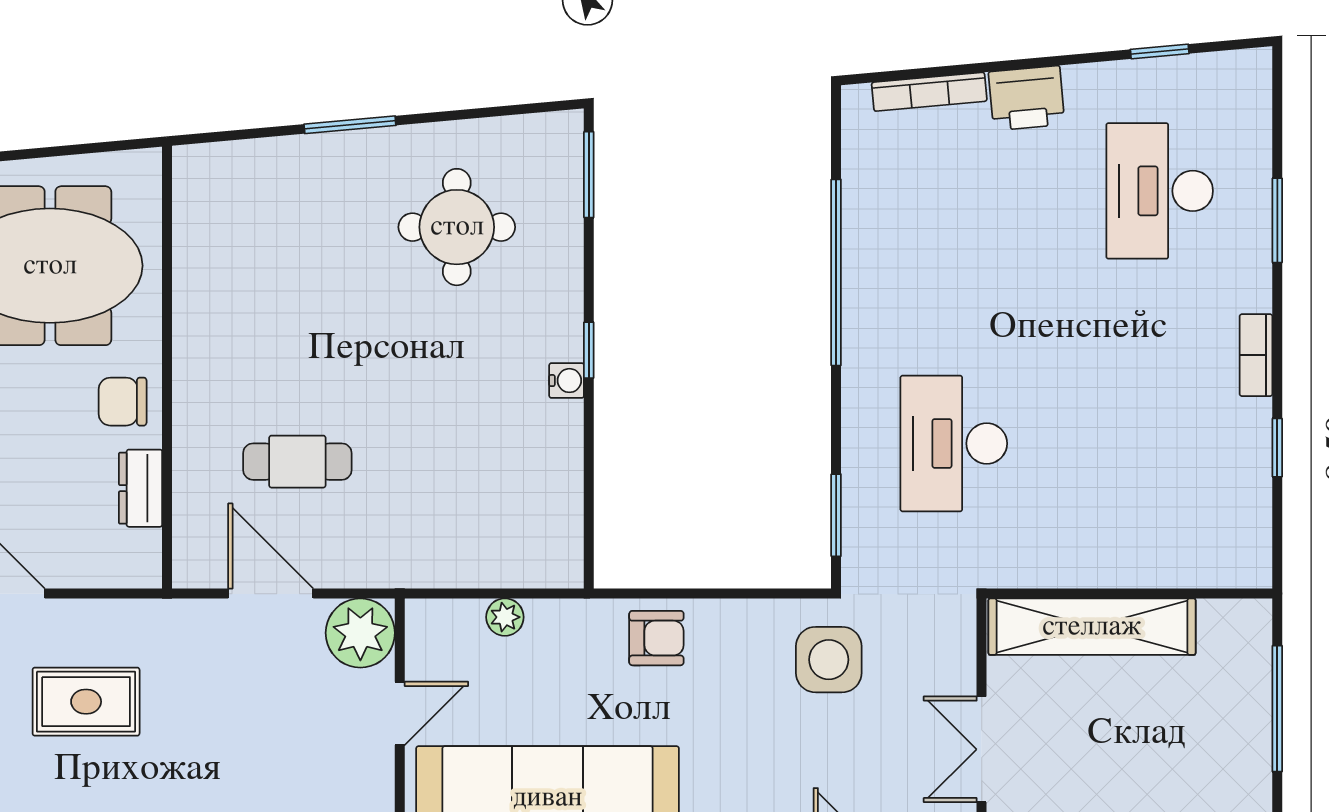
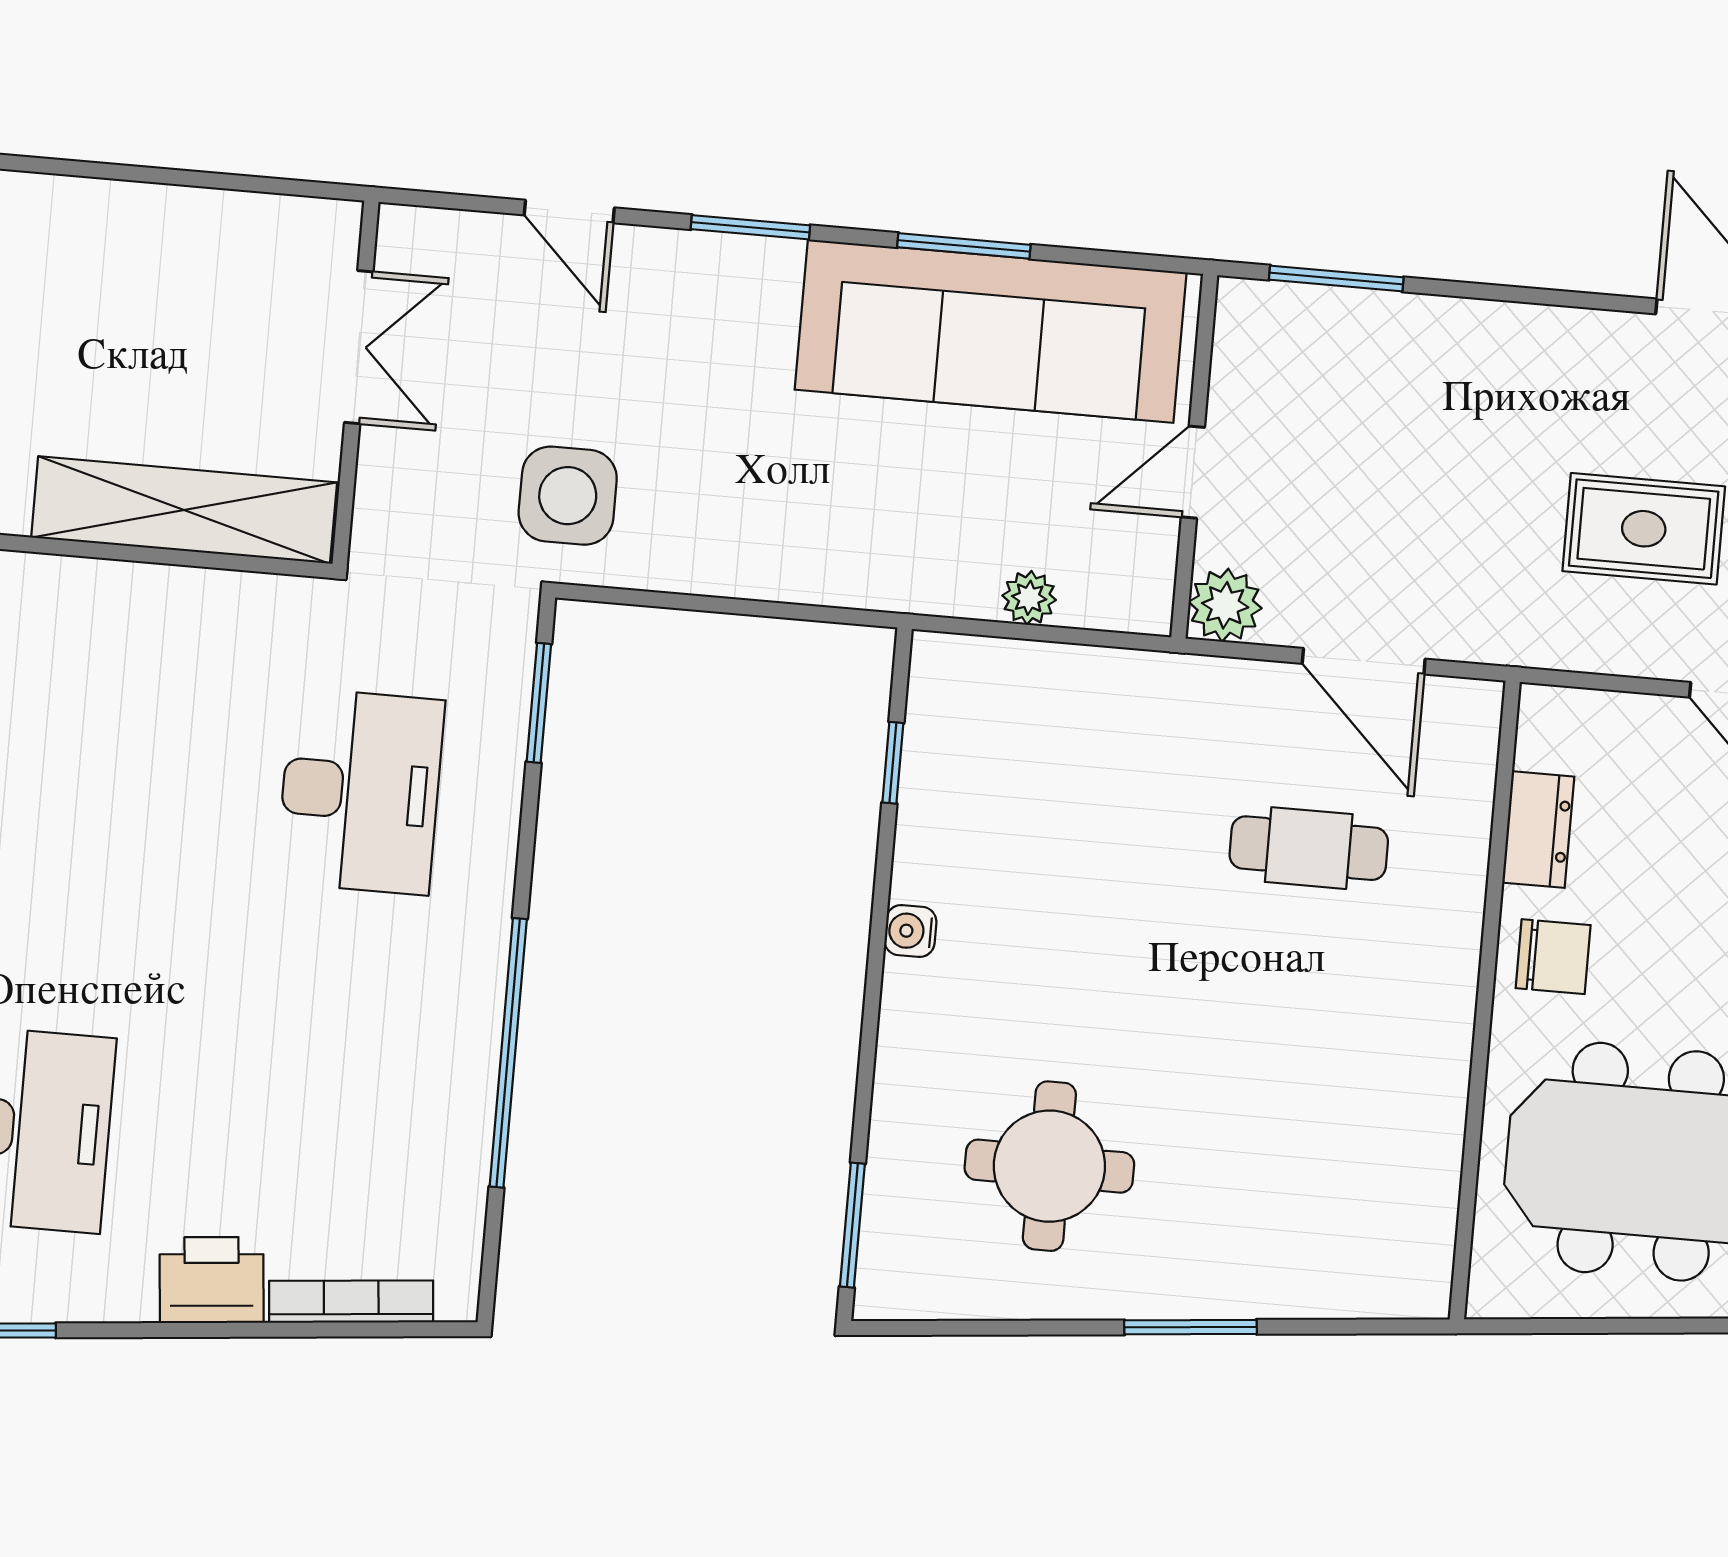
window: (589, 350) -> (893, 763), moved
plant: (360, 633) -> (1225, 605), width x0.73, depth x0.73
armchair: (656, 638) -> (813, 548), removed

